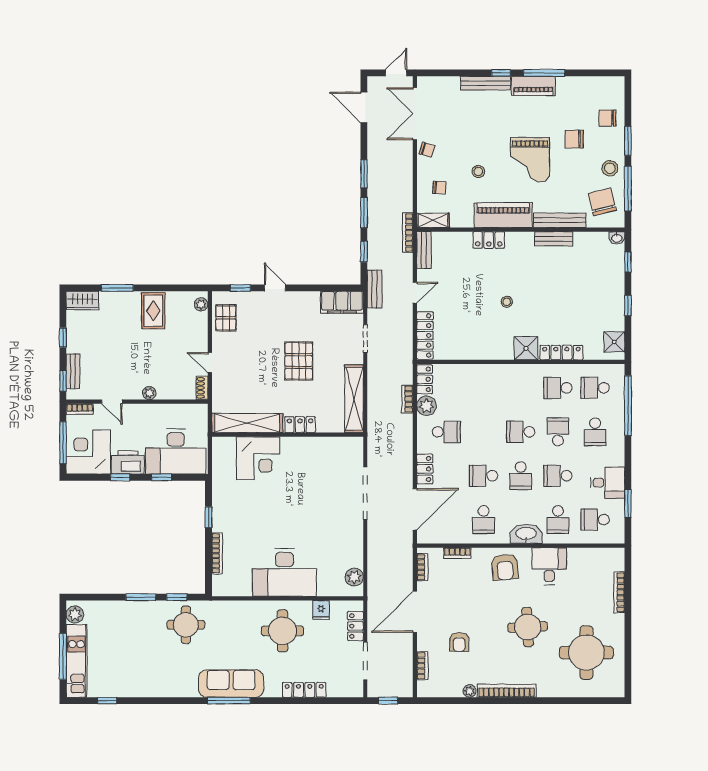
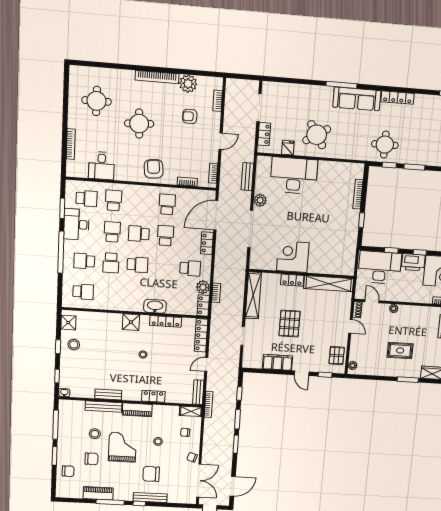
piano: (533, 86) -> (98, 493), moved
door: (364, 107) -> (233, 486), hinge flipped
stool: (610, 168) -> (95, 434), moved
chair: (602, 202) -> (151, 474), moved, turned 104
piano: (503, 215) -> (137, 410), width x0.73, depth x0.75
bench: (375, 289) -> (247, 177), moved
filing cabinet: (342, 302) -> (278, 362), moved
stool: (606, 310) -> (74, 345), added
rug: (153, 311) -> (400, 350), moved, turned 90
locker: (561, 353) -> (166, 321), moved
school desk: (558, 388) -> (110, 293), removed
door: (112, 402) -> (372, 301), moved
window: (628, 406) -> (61, 252), moved
school desk: (446, 432) -> (190, 268), turned 180
school desk: (595, 432) -> (84, 261), turned -90
corner desk: (258, 458) -> (293, 257), moved
school desk: (484, 476) -> (165, 236), turned -90
school desk: (521, 476) -> (139, 234), turned -90
school desk: (558, 476) -> (112, 232), turned -90
desk: (608, 483) -> (77, 224), width x1.37
washbasin: (526, 534) -> (155, 306), moved, turned 180
desk: (549, 566) -> (102, 166), moved
desk: (284, 572) -> (294, 176), moved
plant: (354, 577) -> (260, 200), moved
door: (415, 612) -> (221, 141), width x0.53
round table: (282, 631) -> (317, 135), turned -32
armchair: (459, 642) -> (190, 116), turned -90
round table: (586, 653) -> (97, 101), width x0.73, depth x0.73
locker: (304, 690) -> (398, 98), moved
plant: (470, 691) -> (188, 84), width x1.88, depth x1.88
window: (229, 701) -> (341, 85), moved
window: (388, 701) -> (244, 77), removed

